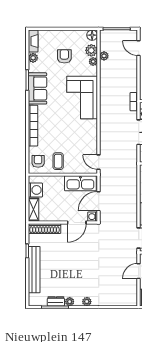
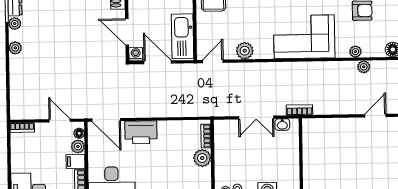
plant: (91, 50) -> (245, 51), moved

